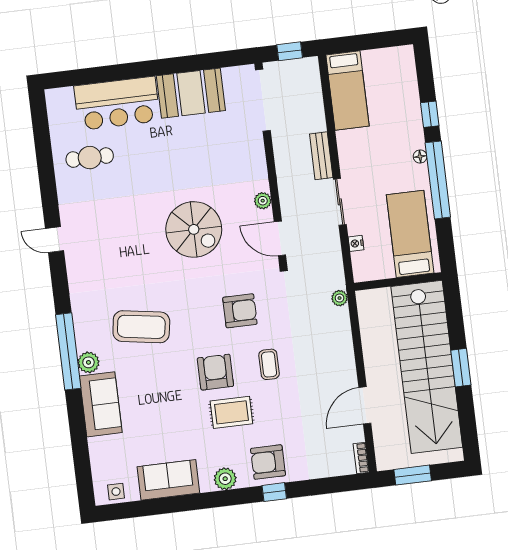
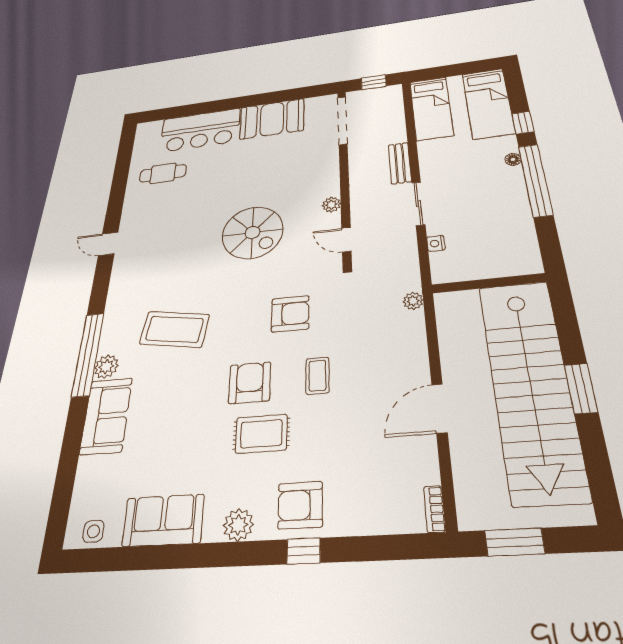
bed: (410, 234) -> (488, 103), moved, turned 180
door: (280, 238) -> (346, 240), width x0.73
door: (365, 405) -> (439, 408), moved

